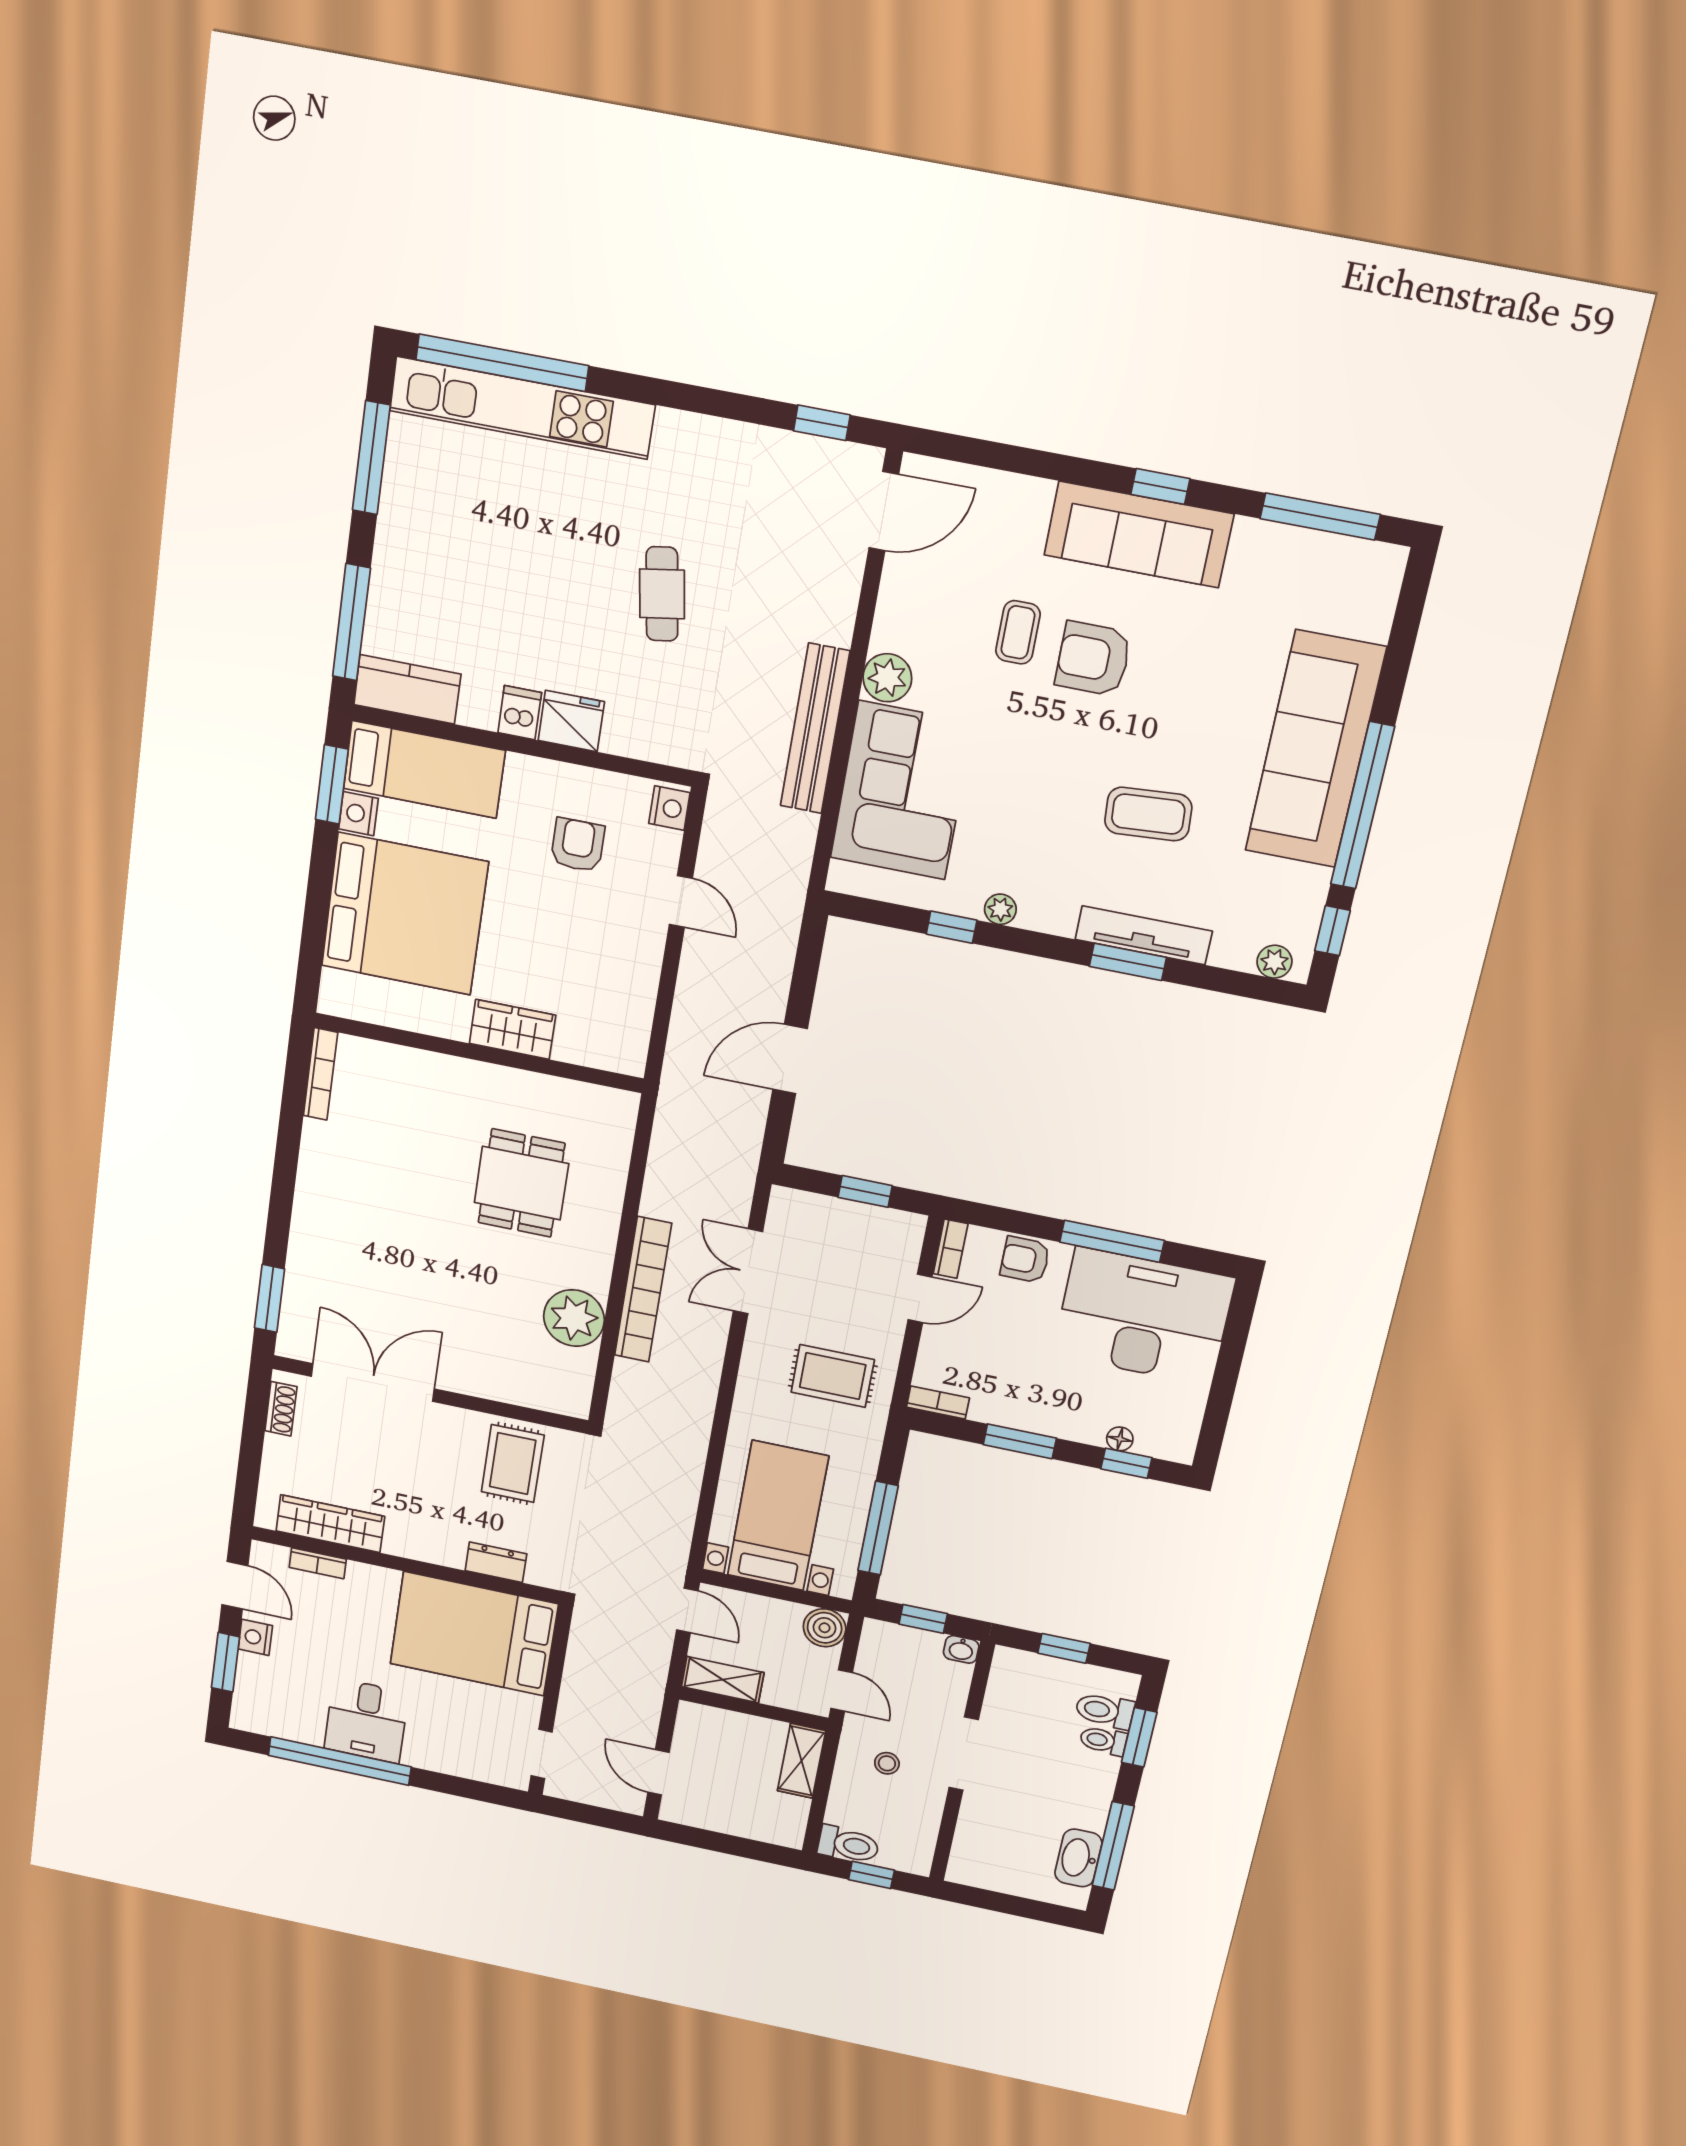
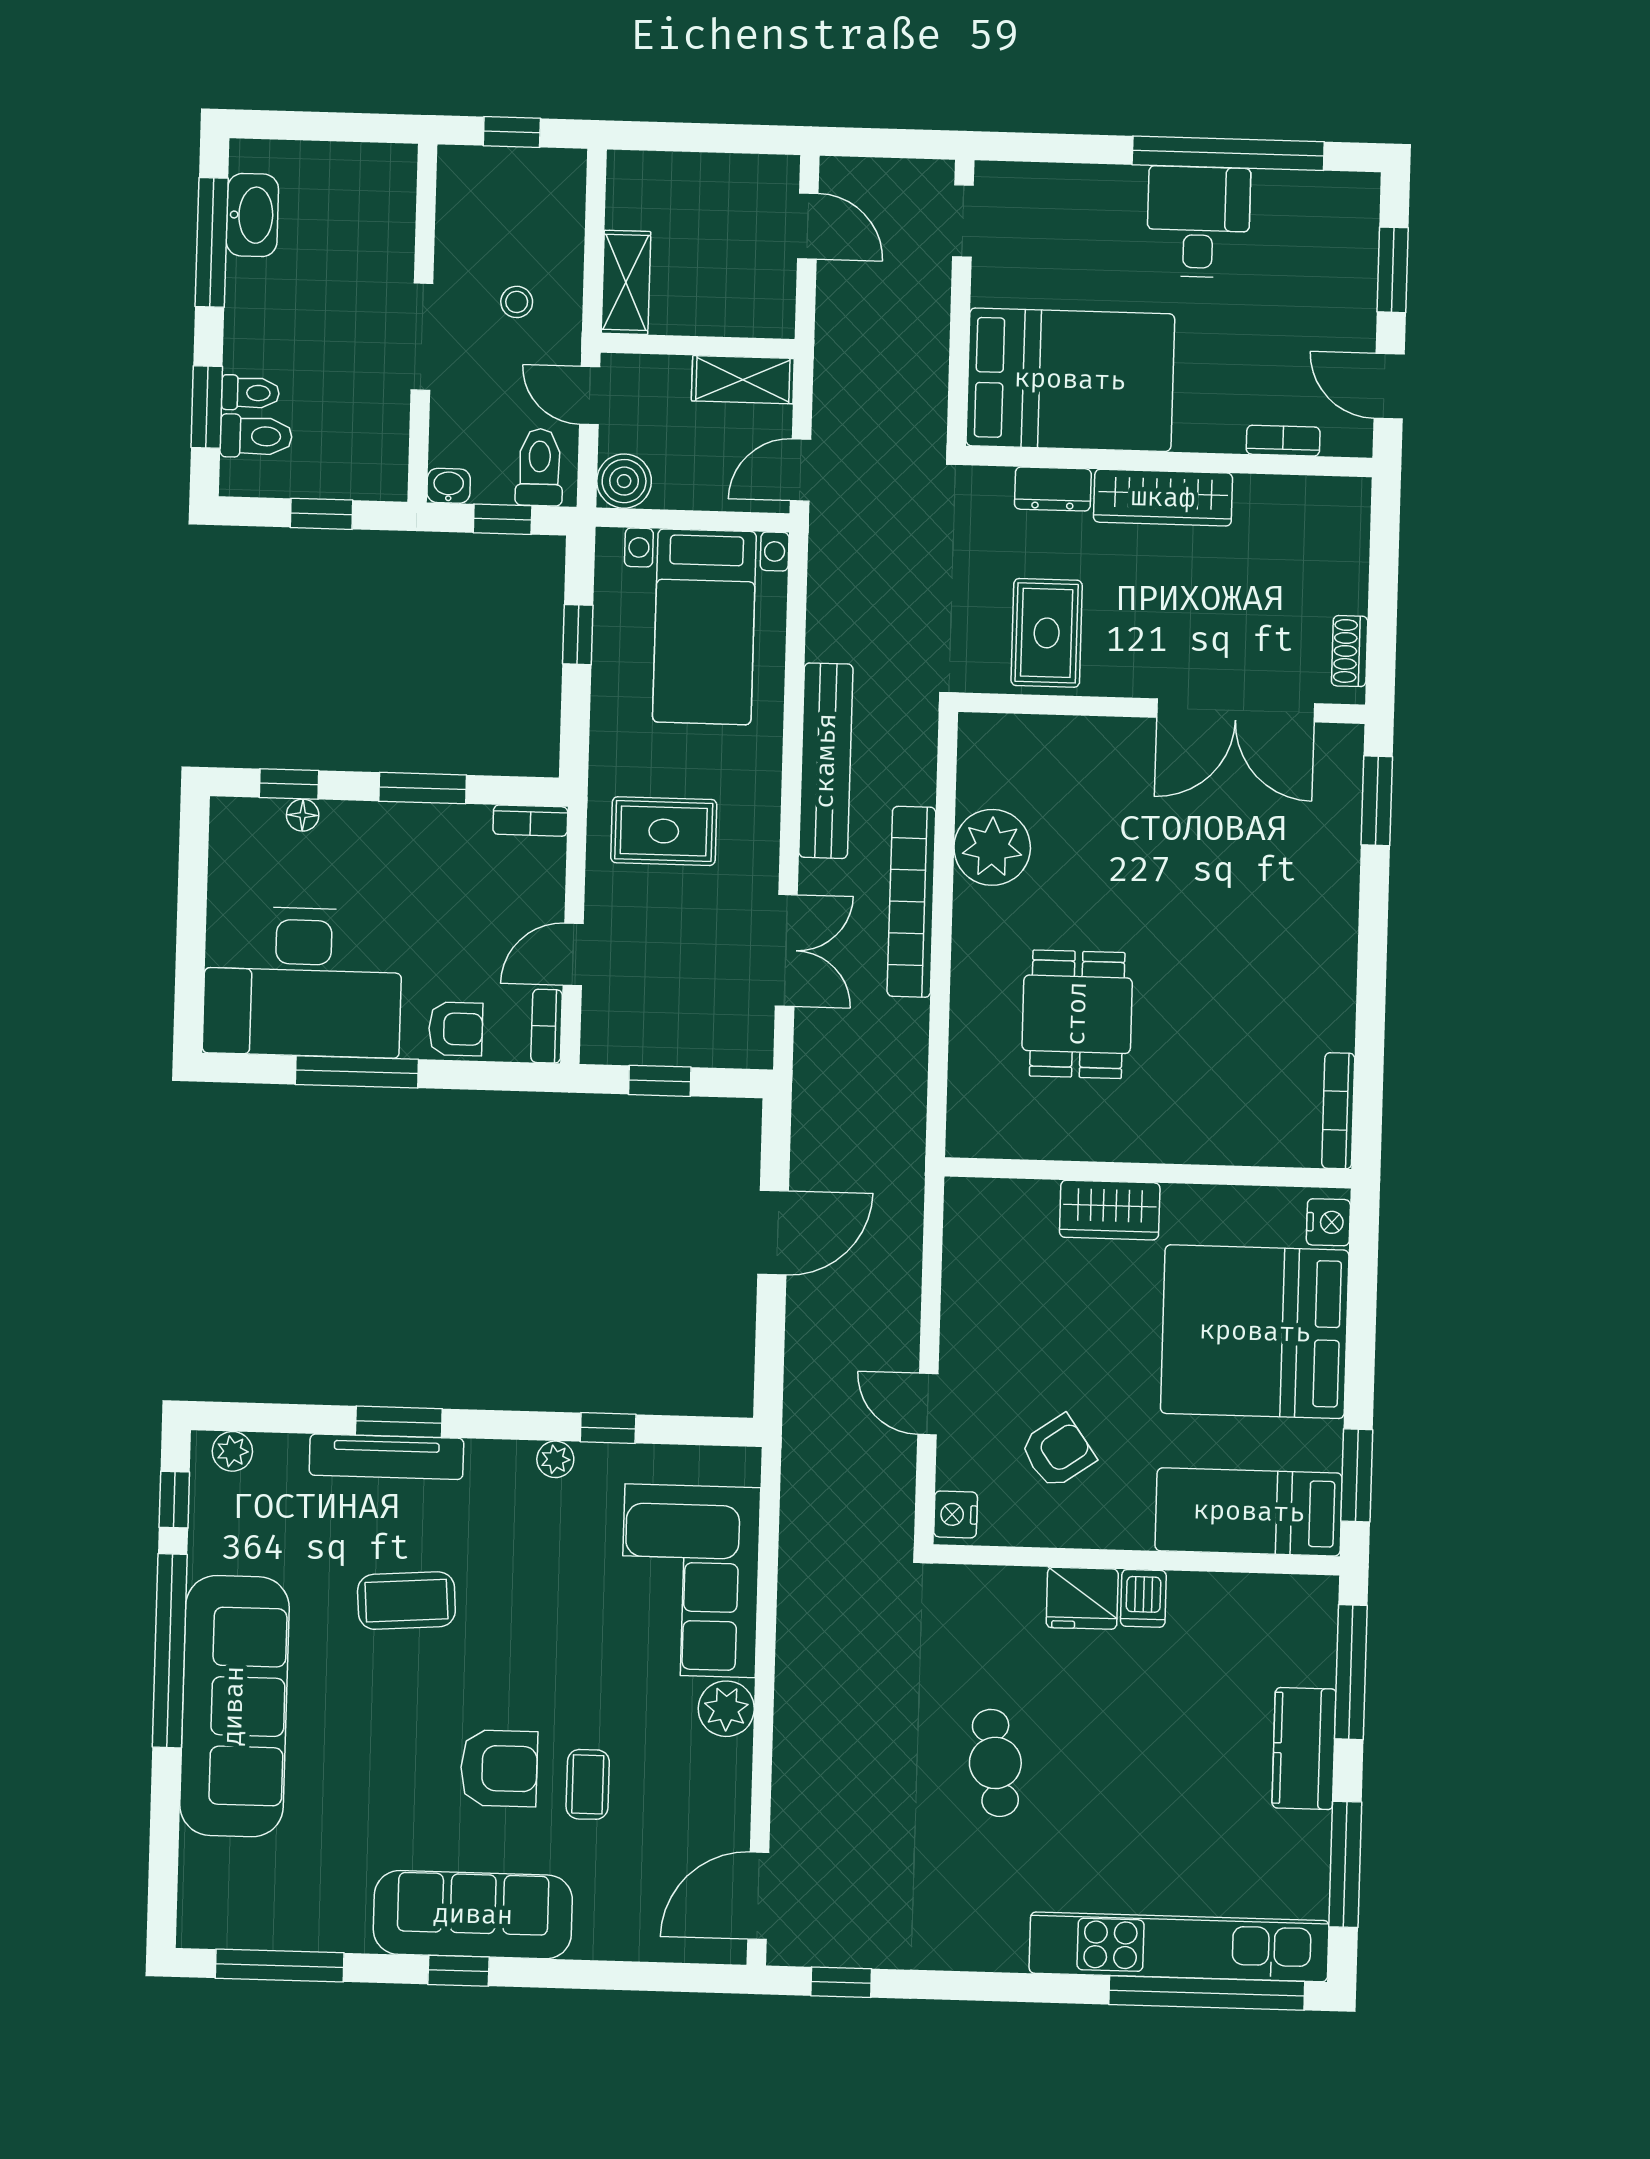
kitchen counter: (407, 689) -> (1304, 1748), moved, turned 90
bench: (815, 729) -> (826, 761), moved
nightstand: (358, 814) -> (1328, 1222), moved
armchair: (578, 845) -> (1058, 1452), turned -125
wardrobe: (330, 1524) -> (1163, 498), moved
window: (878, 1528) -> (578, 635), width x0.46
door: (687, 1610) -> (801, 470), hinge flipped
nightstand: (255, 1637) -> (1356, 315), removed
toilet: (848, 1845) -> (539, 467), moved, turned 90

